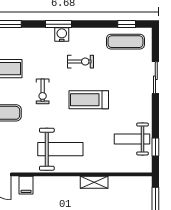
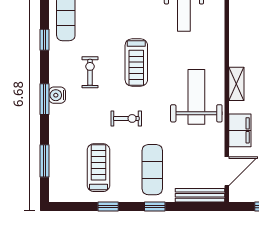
window: (127, 24) -> (44, 40), moved
shelving: (94, 182) -> (236, 84), moved
filing cabinet: (26, 185) -> (240, 130), width x2.00

